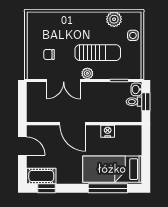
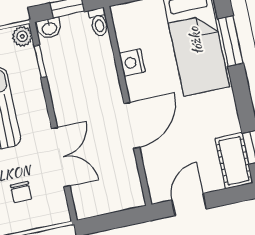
plant: (87, 73) -> (22, 36), moved
toilet: (134, 102) -> (99, 22), moved
window: (108, 188) -> (231, 41), width x0.69

